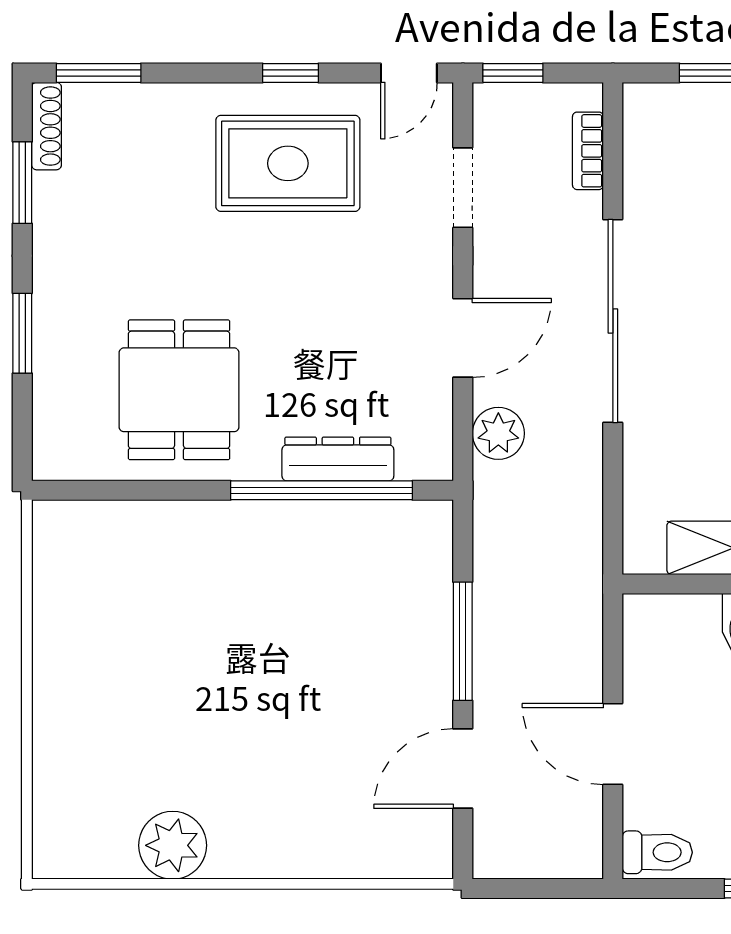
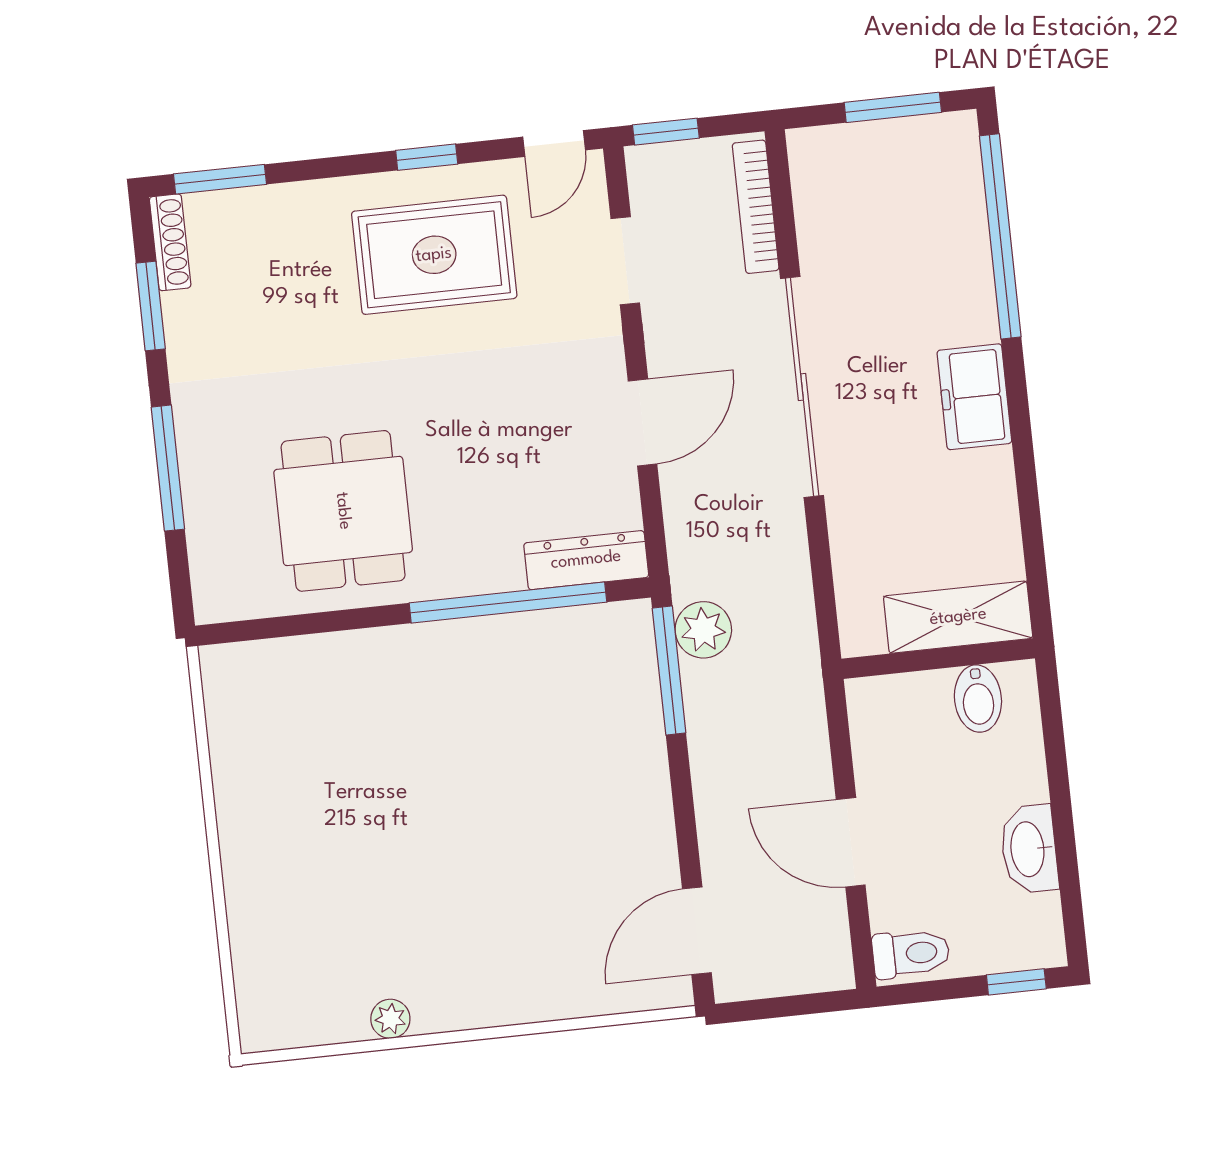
bookcase: (588, 151) -> (756, 207), width x1.56
window: (22, 333) -> (168, 468), width x1.44
plant: (498, 433) -> (703, 630), moved
dresser: (338, 459) -> (586, 560), moved
window: (463, 641) -> (669, 671), moved
door: (463, 769) -> (697, 931), moved
plant: (173, 845) -> (390, 1019), width x0.53, depth x0.53

